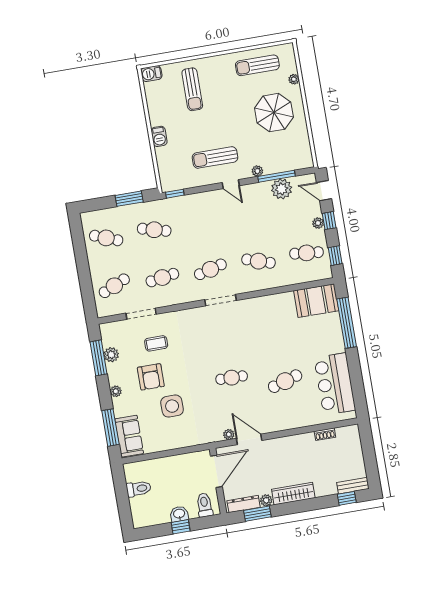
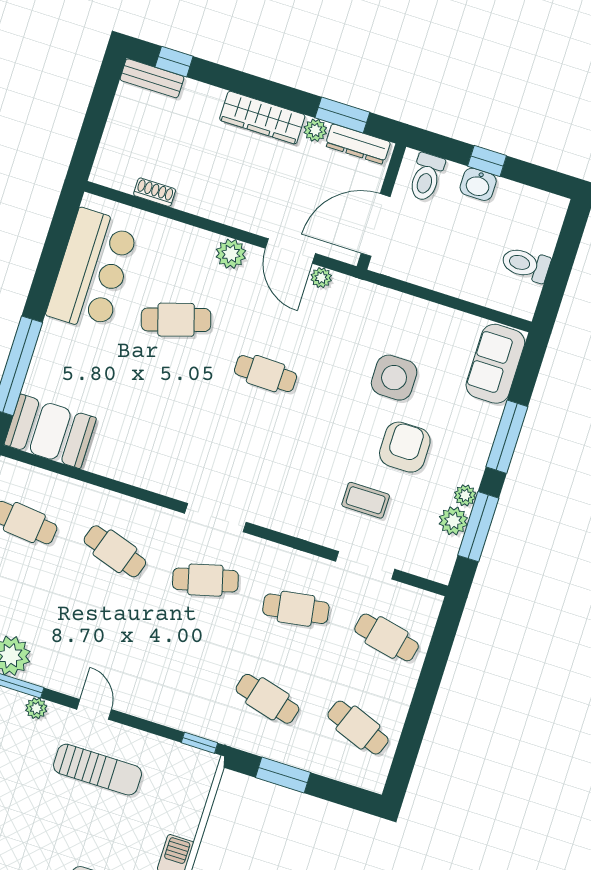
cafe table: (114, 286) -> (387, 637), turned 36
plant: (116, 391) -> (465, 495), moved
plant: (276, 424) -> (231, 254), added
window: (110, 428) -> (507, 437), moved

